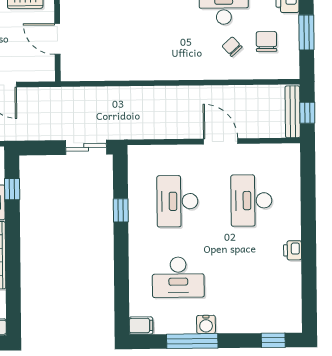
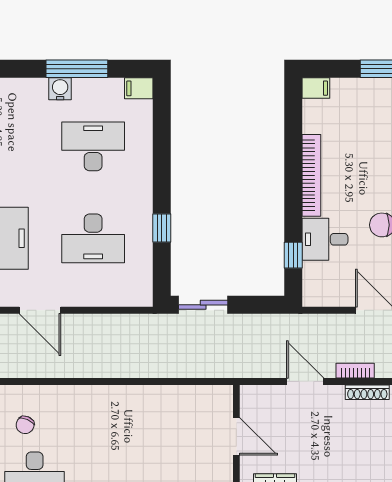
chair: (232, 47) -> (25, 425), turned 66
desk: (177, 201) -> (93, 238), turned 90

